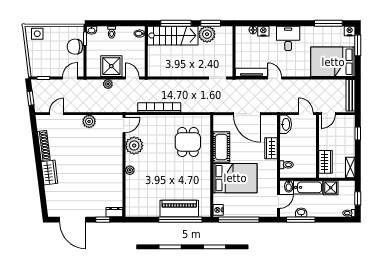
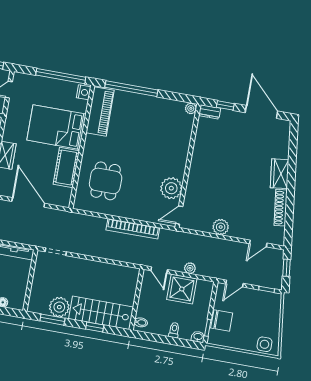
window: (176, 23) -> (95, 327), width x0.46
plant: (130, 170) -> (191, 108), moved
piano: (179, 209) -> (100, 112), moved, turned -90

